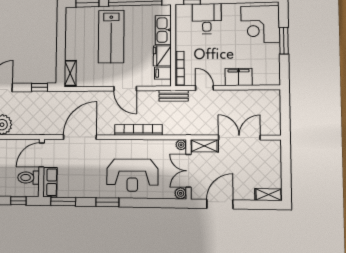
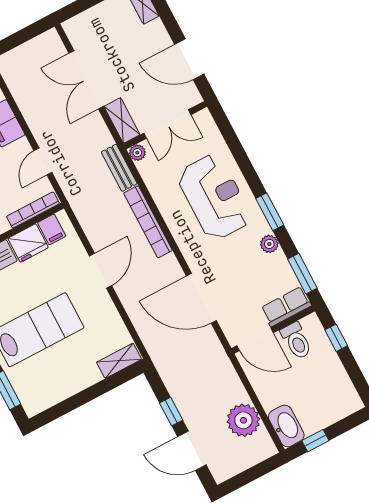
window: (40, 87) -> (171, 412), moved
bench: (174, 96) -> (119, 168), moved
plant: (181, 193) -> (269, 244), moved

